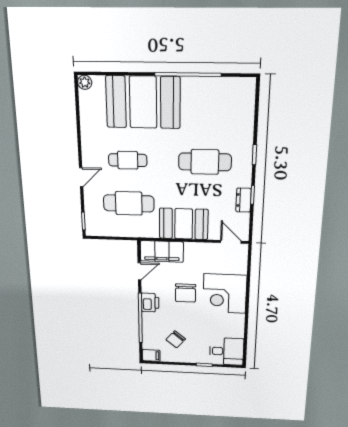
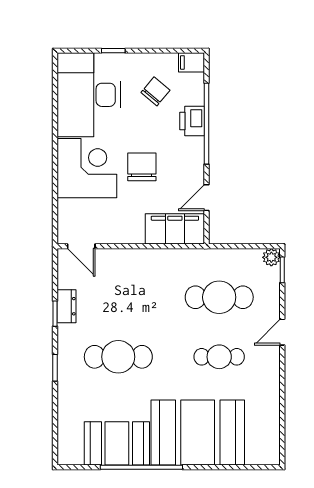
plant: (85, 82) -> (271, 257), moved
booth: (184, 224) -> (117, 443), moved
printer: (150, 303) -> (192, 121), moved
desk: (227, 351) -> (89, 95), width x1.87, depth x1.30

